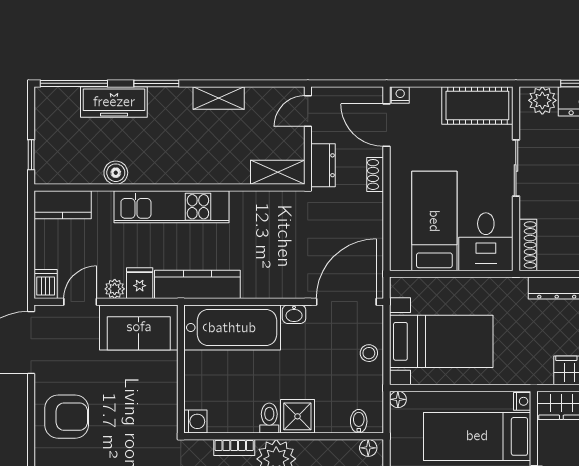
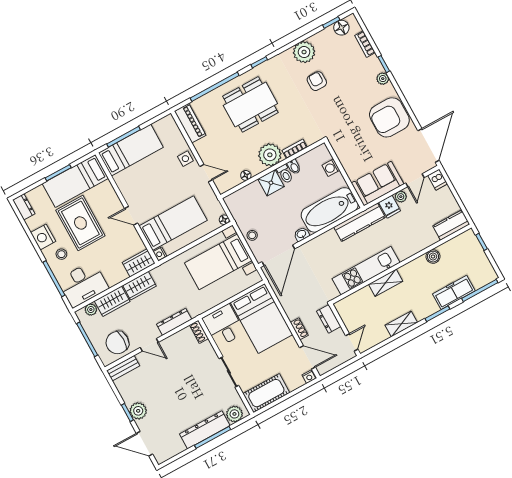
shelving: (278, 172) -> (386, 283), moved
kitchen unit: (172, 207) -> (366, 271), moved
bed: (434, 221) -> (262, 318), width x1.50
shoe rack: (528, 245) -> (199, 332), width x0.70
armchair: (67, 417) -> (389, 117), width x1.36, depth x1.36
washing machine: (195, 421) -> (331, 168), moved
bidet: (359, 421) -> (294, 167), moved
floor lamp: (368, 448) -> (246, 175), moved

